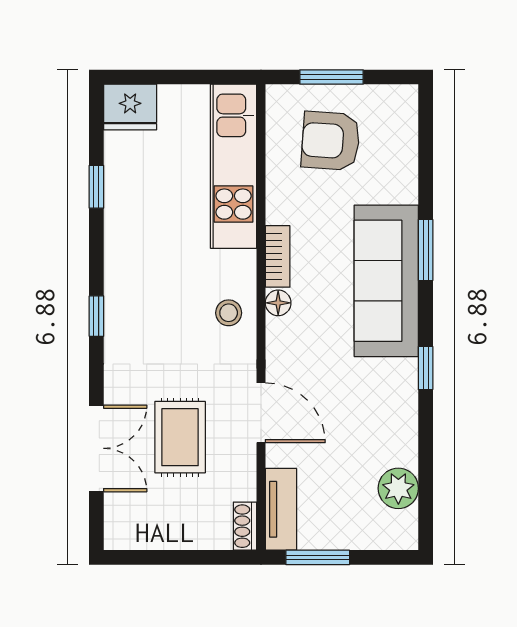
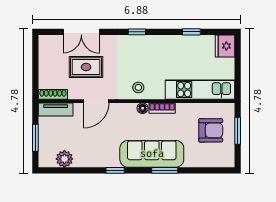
armchair: (331, 141) -> (211, 130), turned 86
shoe rack: (245, 526) -> (53, 94), width x1.43
window: (318, 557) -> (35, 138), moved

